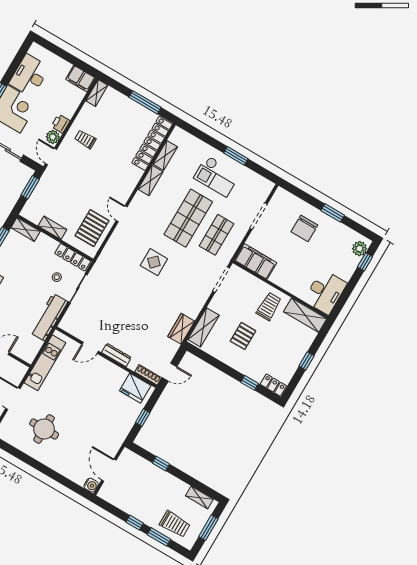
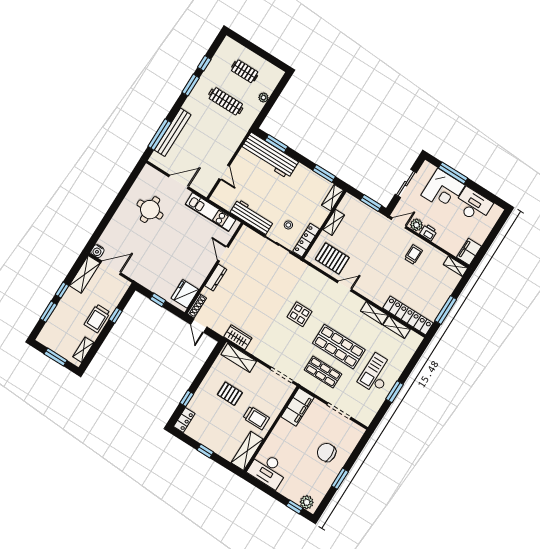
shelving: (117, 498) -> (85, 274), added
trolley: (175, 524) -> (97, 318), moved

